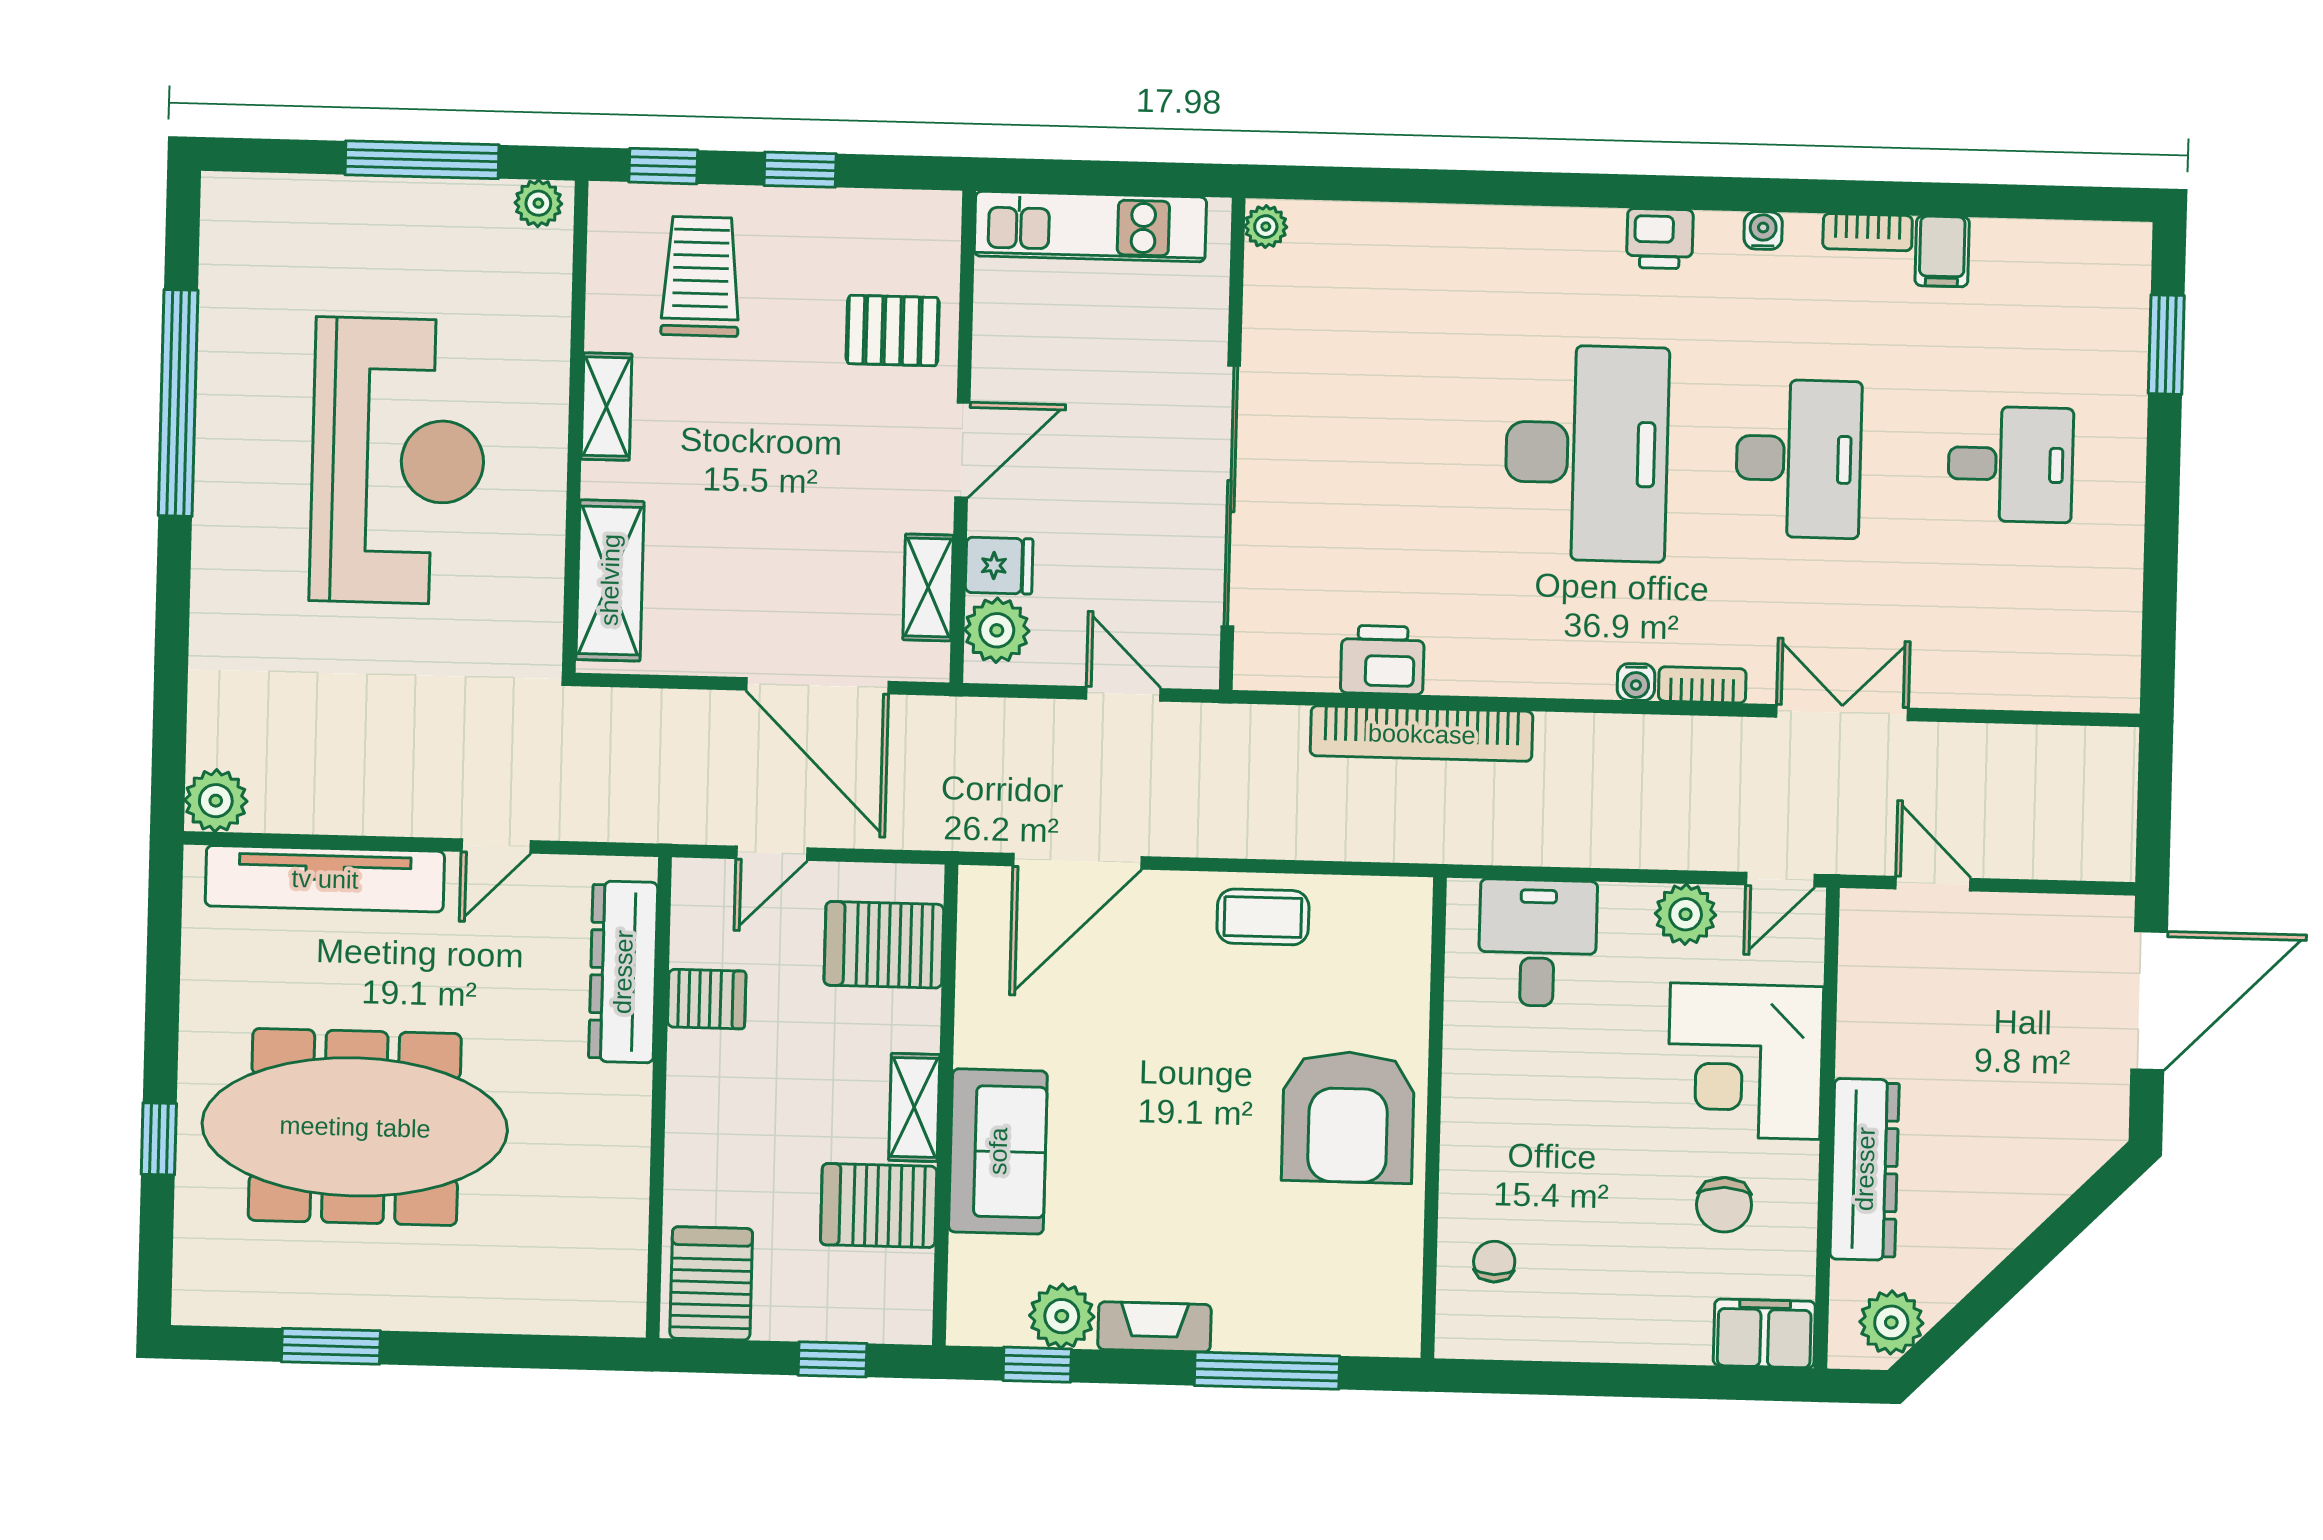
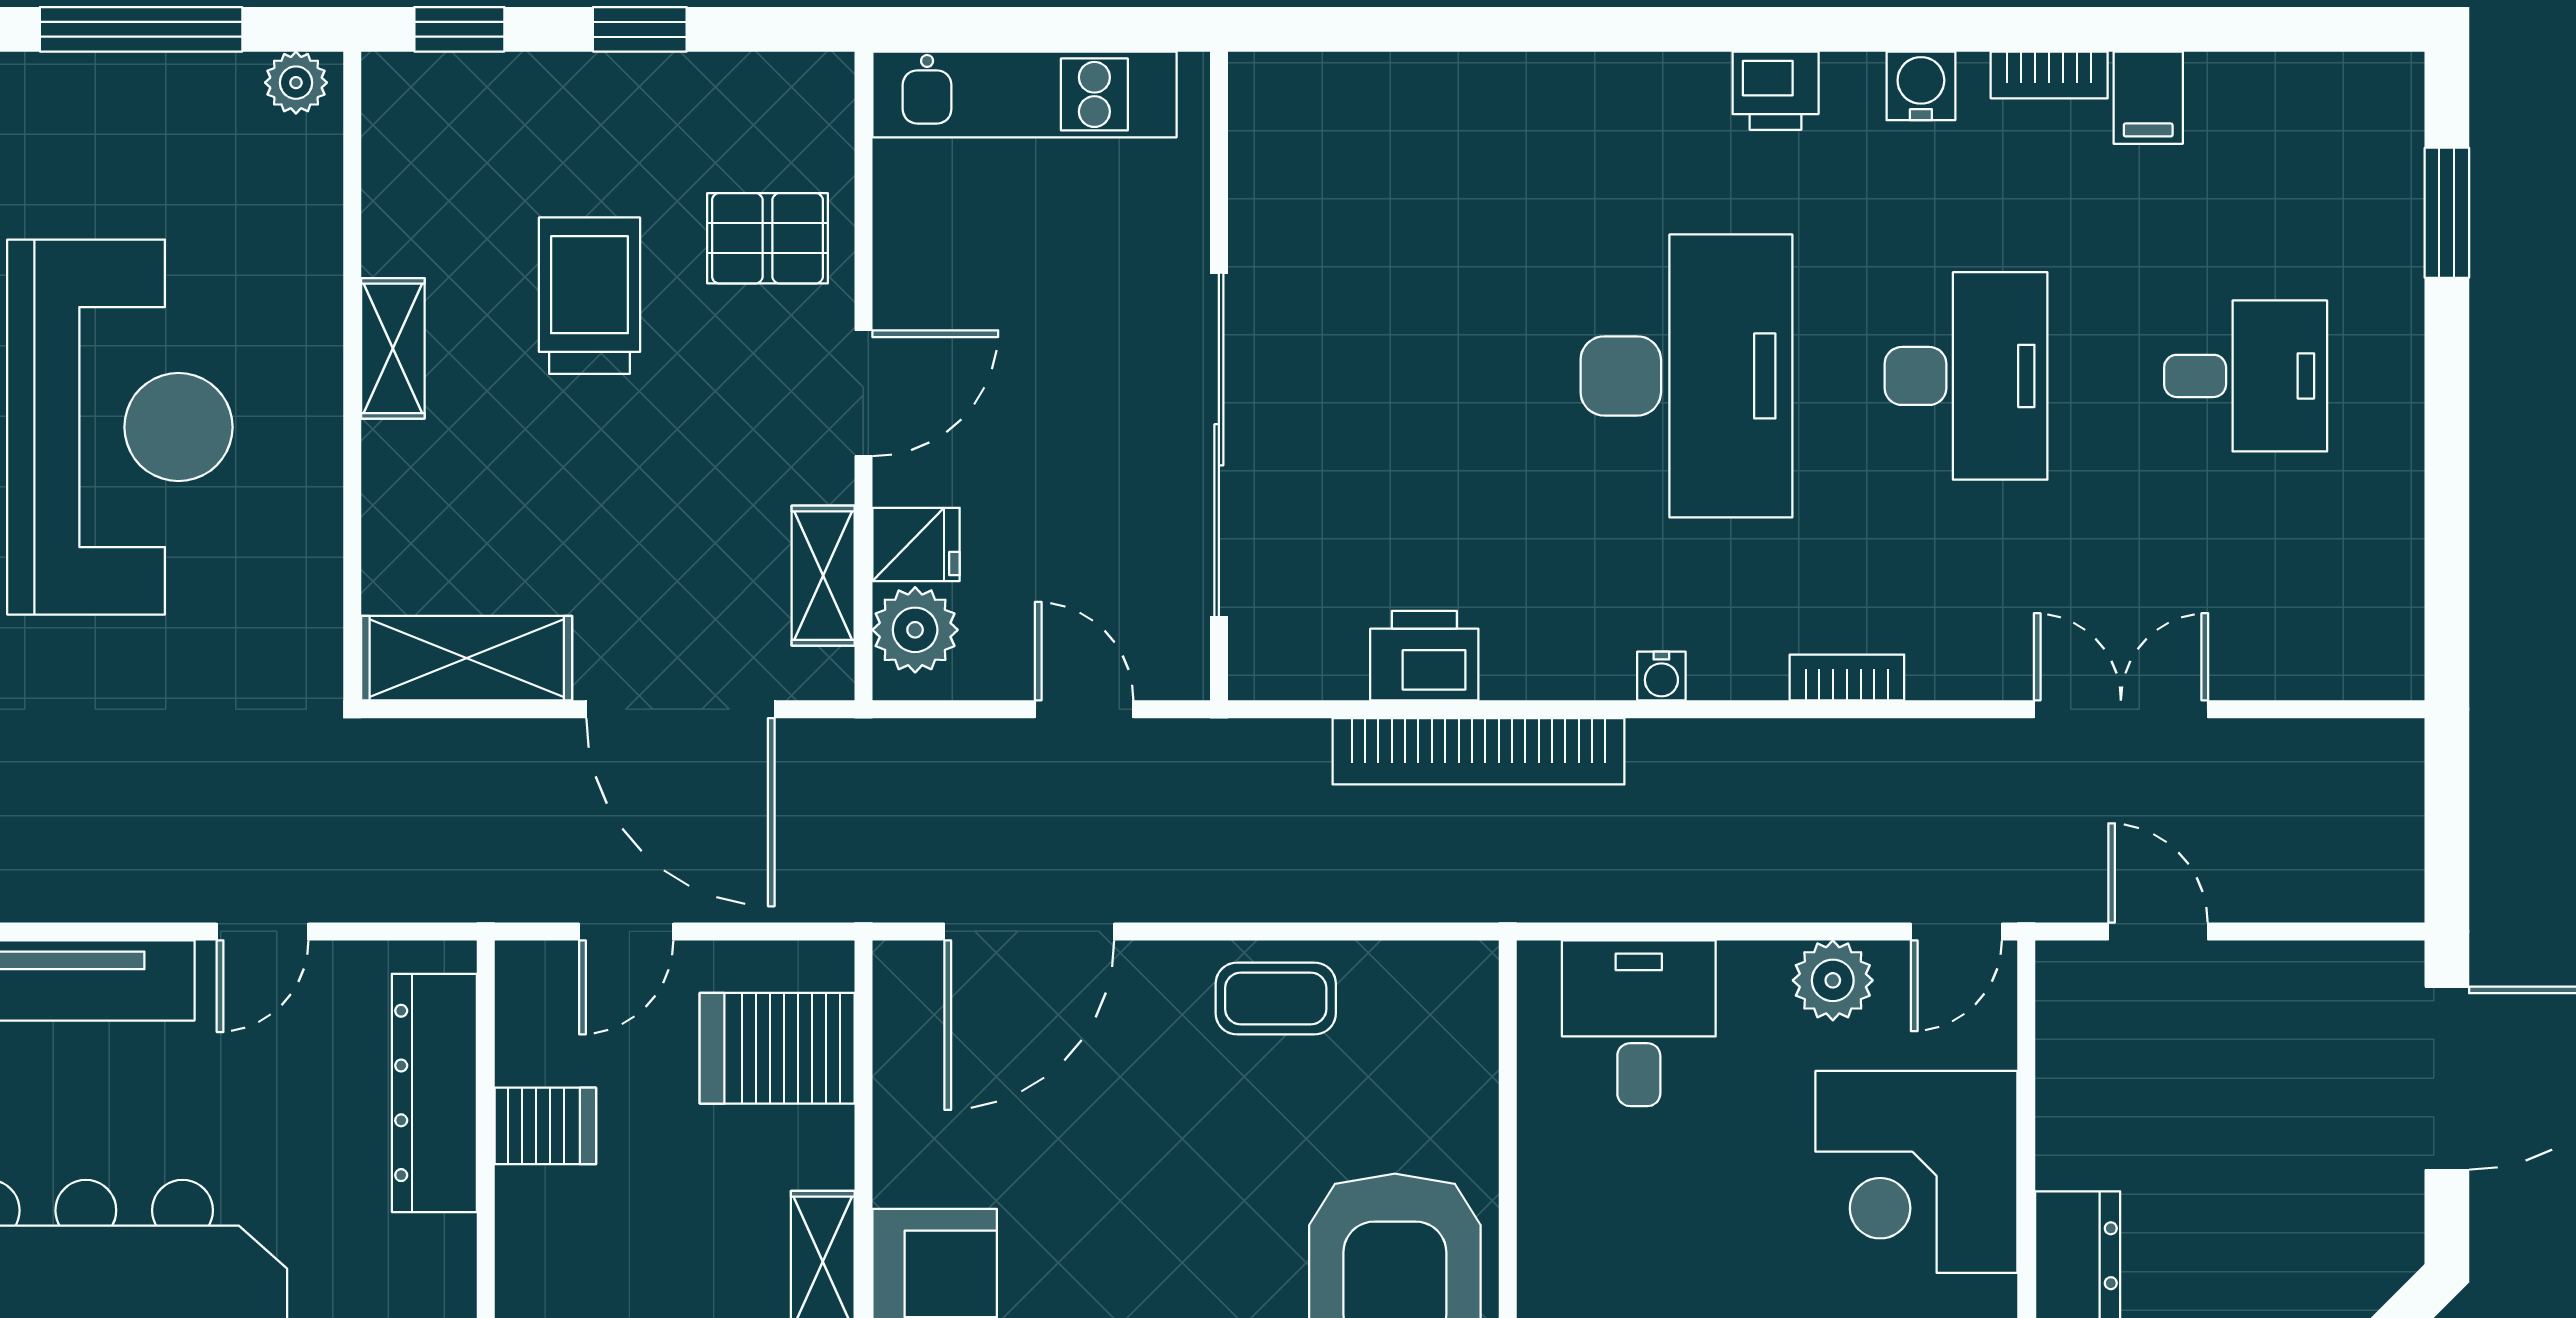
plant: (1266, 227) -> (1256, 88), removed
water cooler: (1763, 231) -> (1921, 86), width x1.38, depth x1.38
trolley: (701, 276) -> (589, 296), moved
shelving: (610, 580) -> (467, 658), moved, turned 90
water cooler: (1636, 682) -> (1661, 676), moved
double door: (1842, 713) -> (2121, 709), moved

